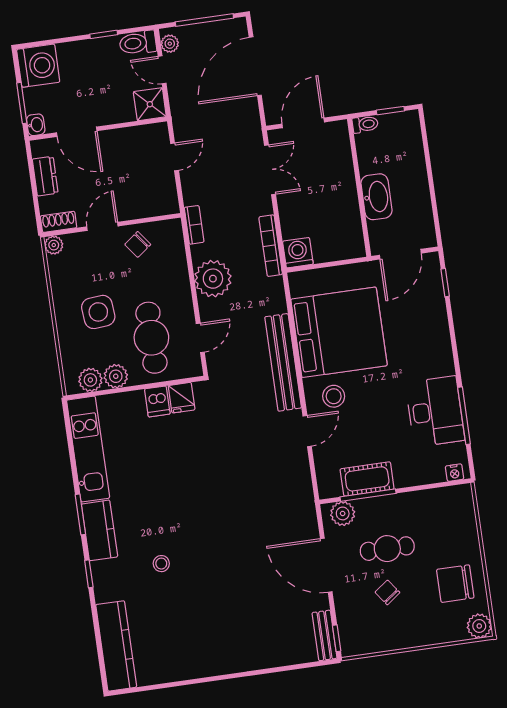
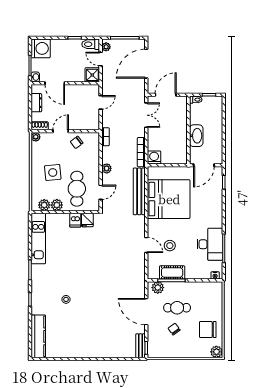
plant: (213, 279) -> (107, 168), width x0.53, depth x0.53
bench: (283, 362) -> (139, 191), moved
stool: (334, 396) -> (170, 246), moved
door: (307, 431) -> (146, 245), hinge flipped
kitchen counter: (99, 530) -> (38, 279), removed

